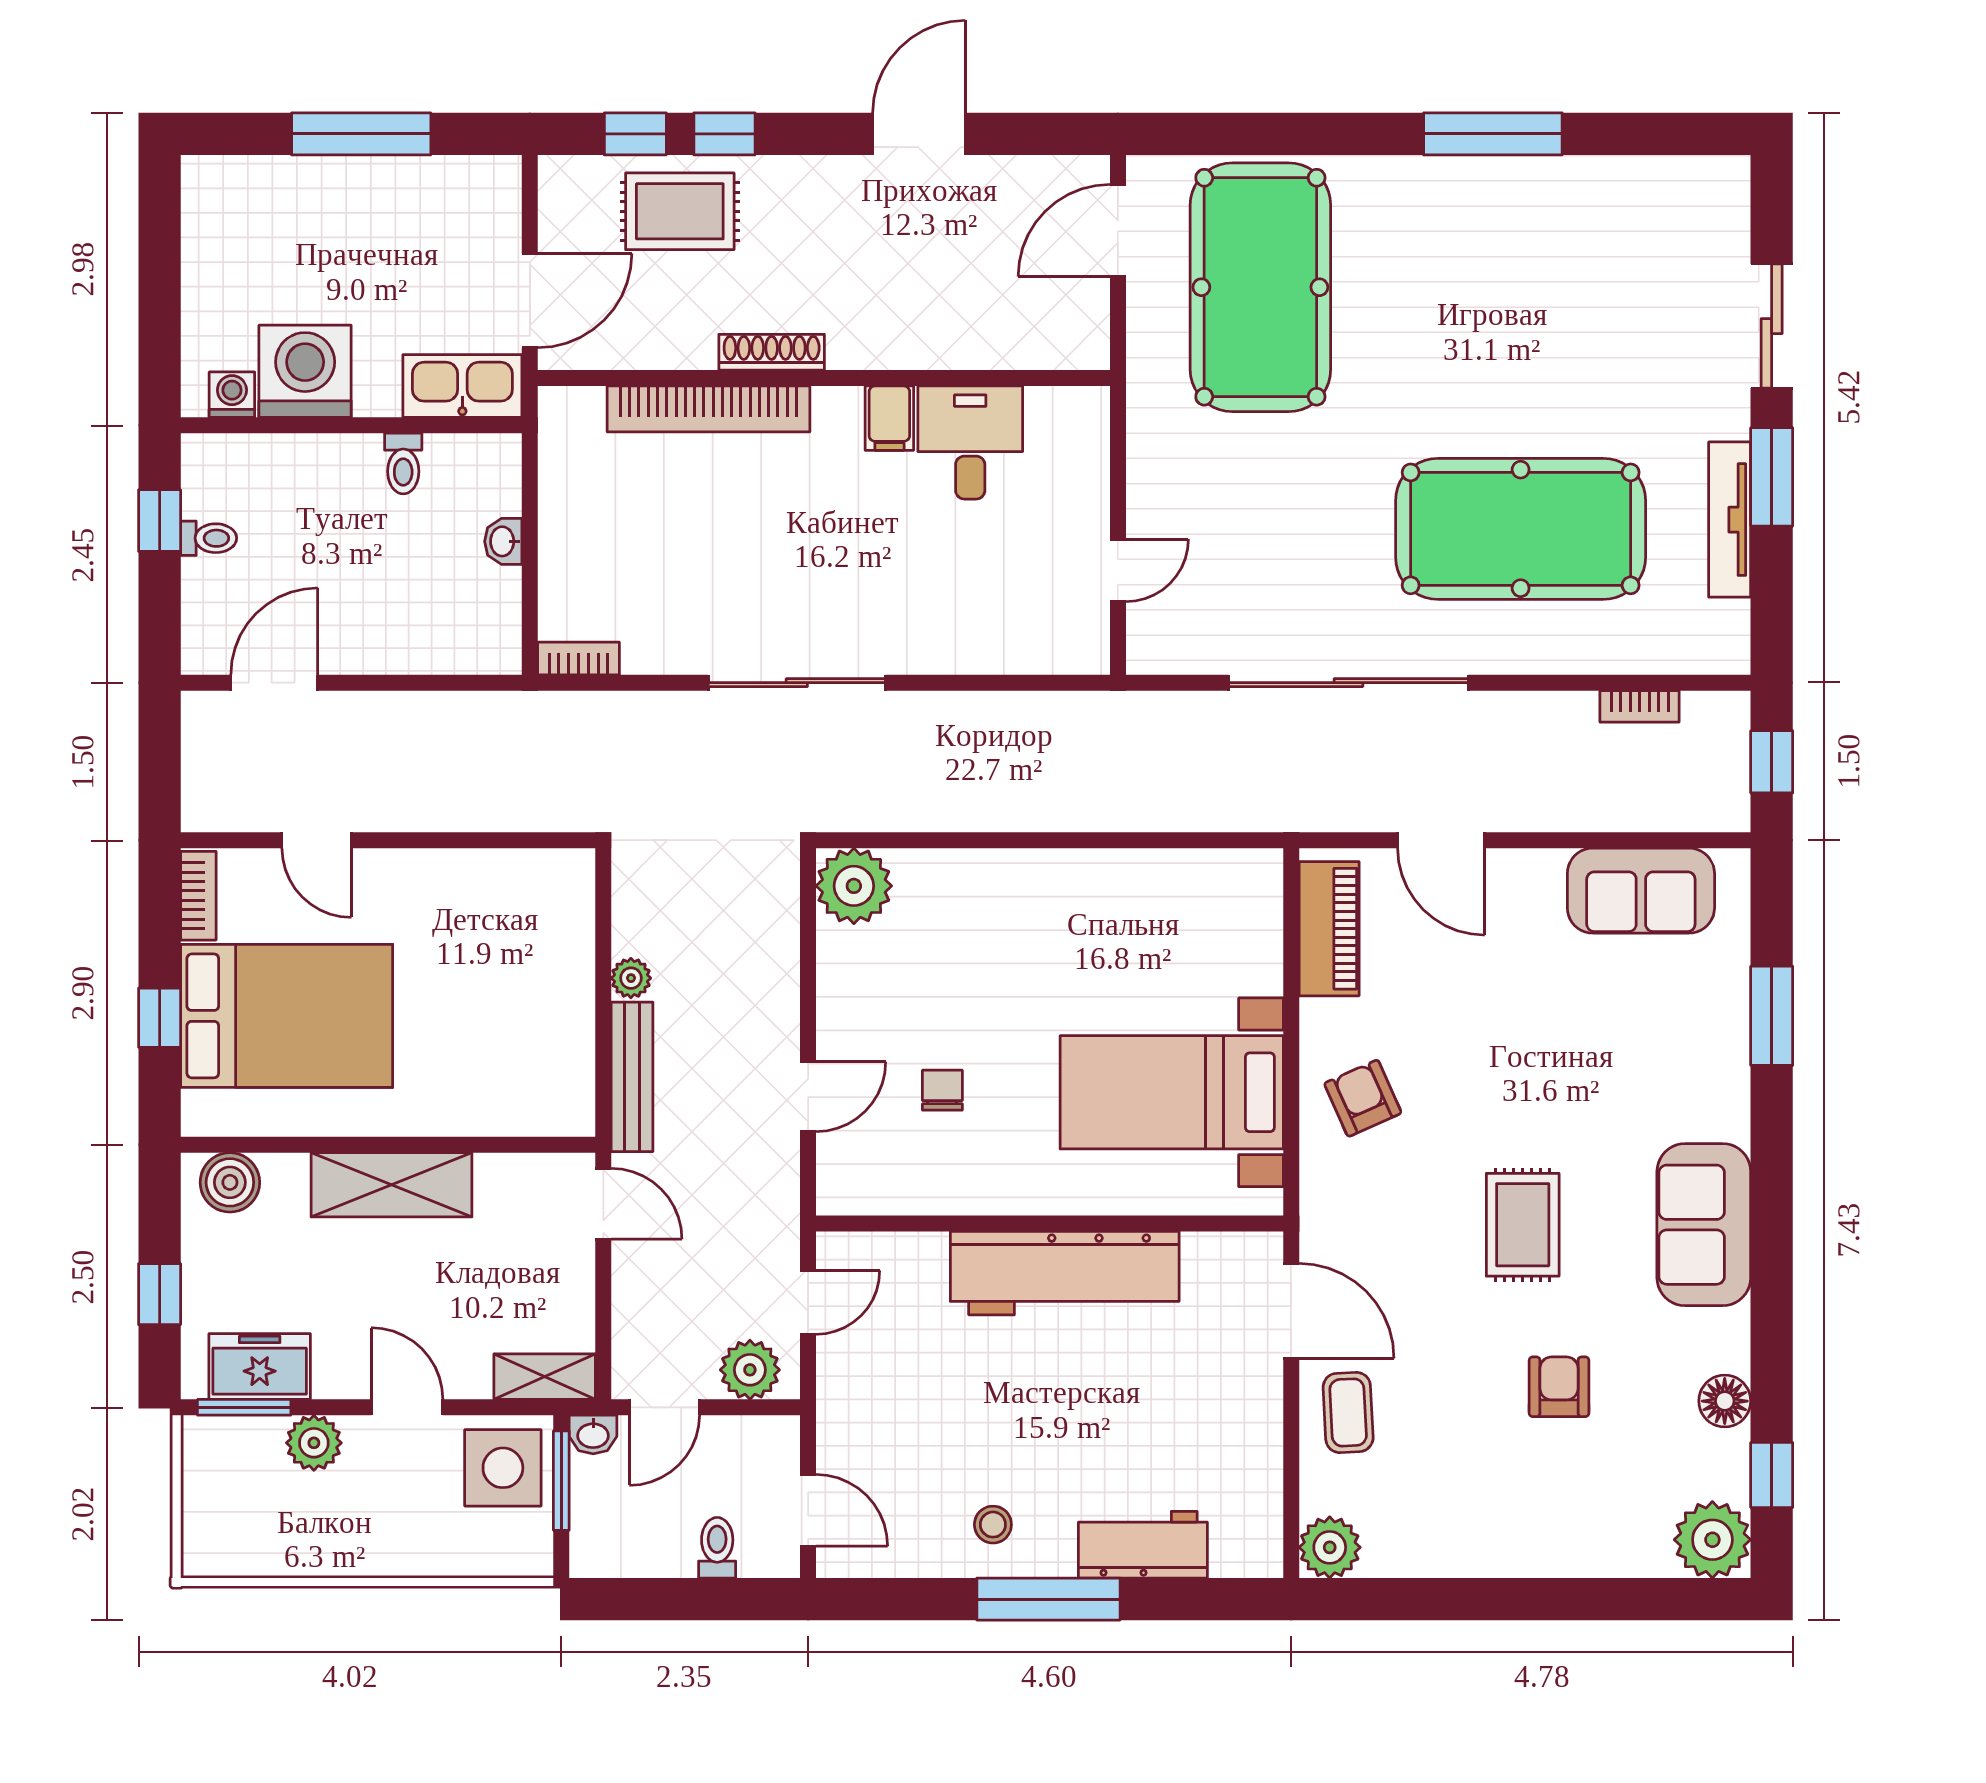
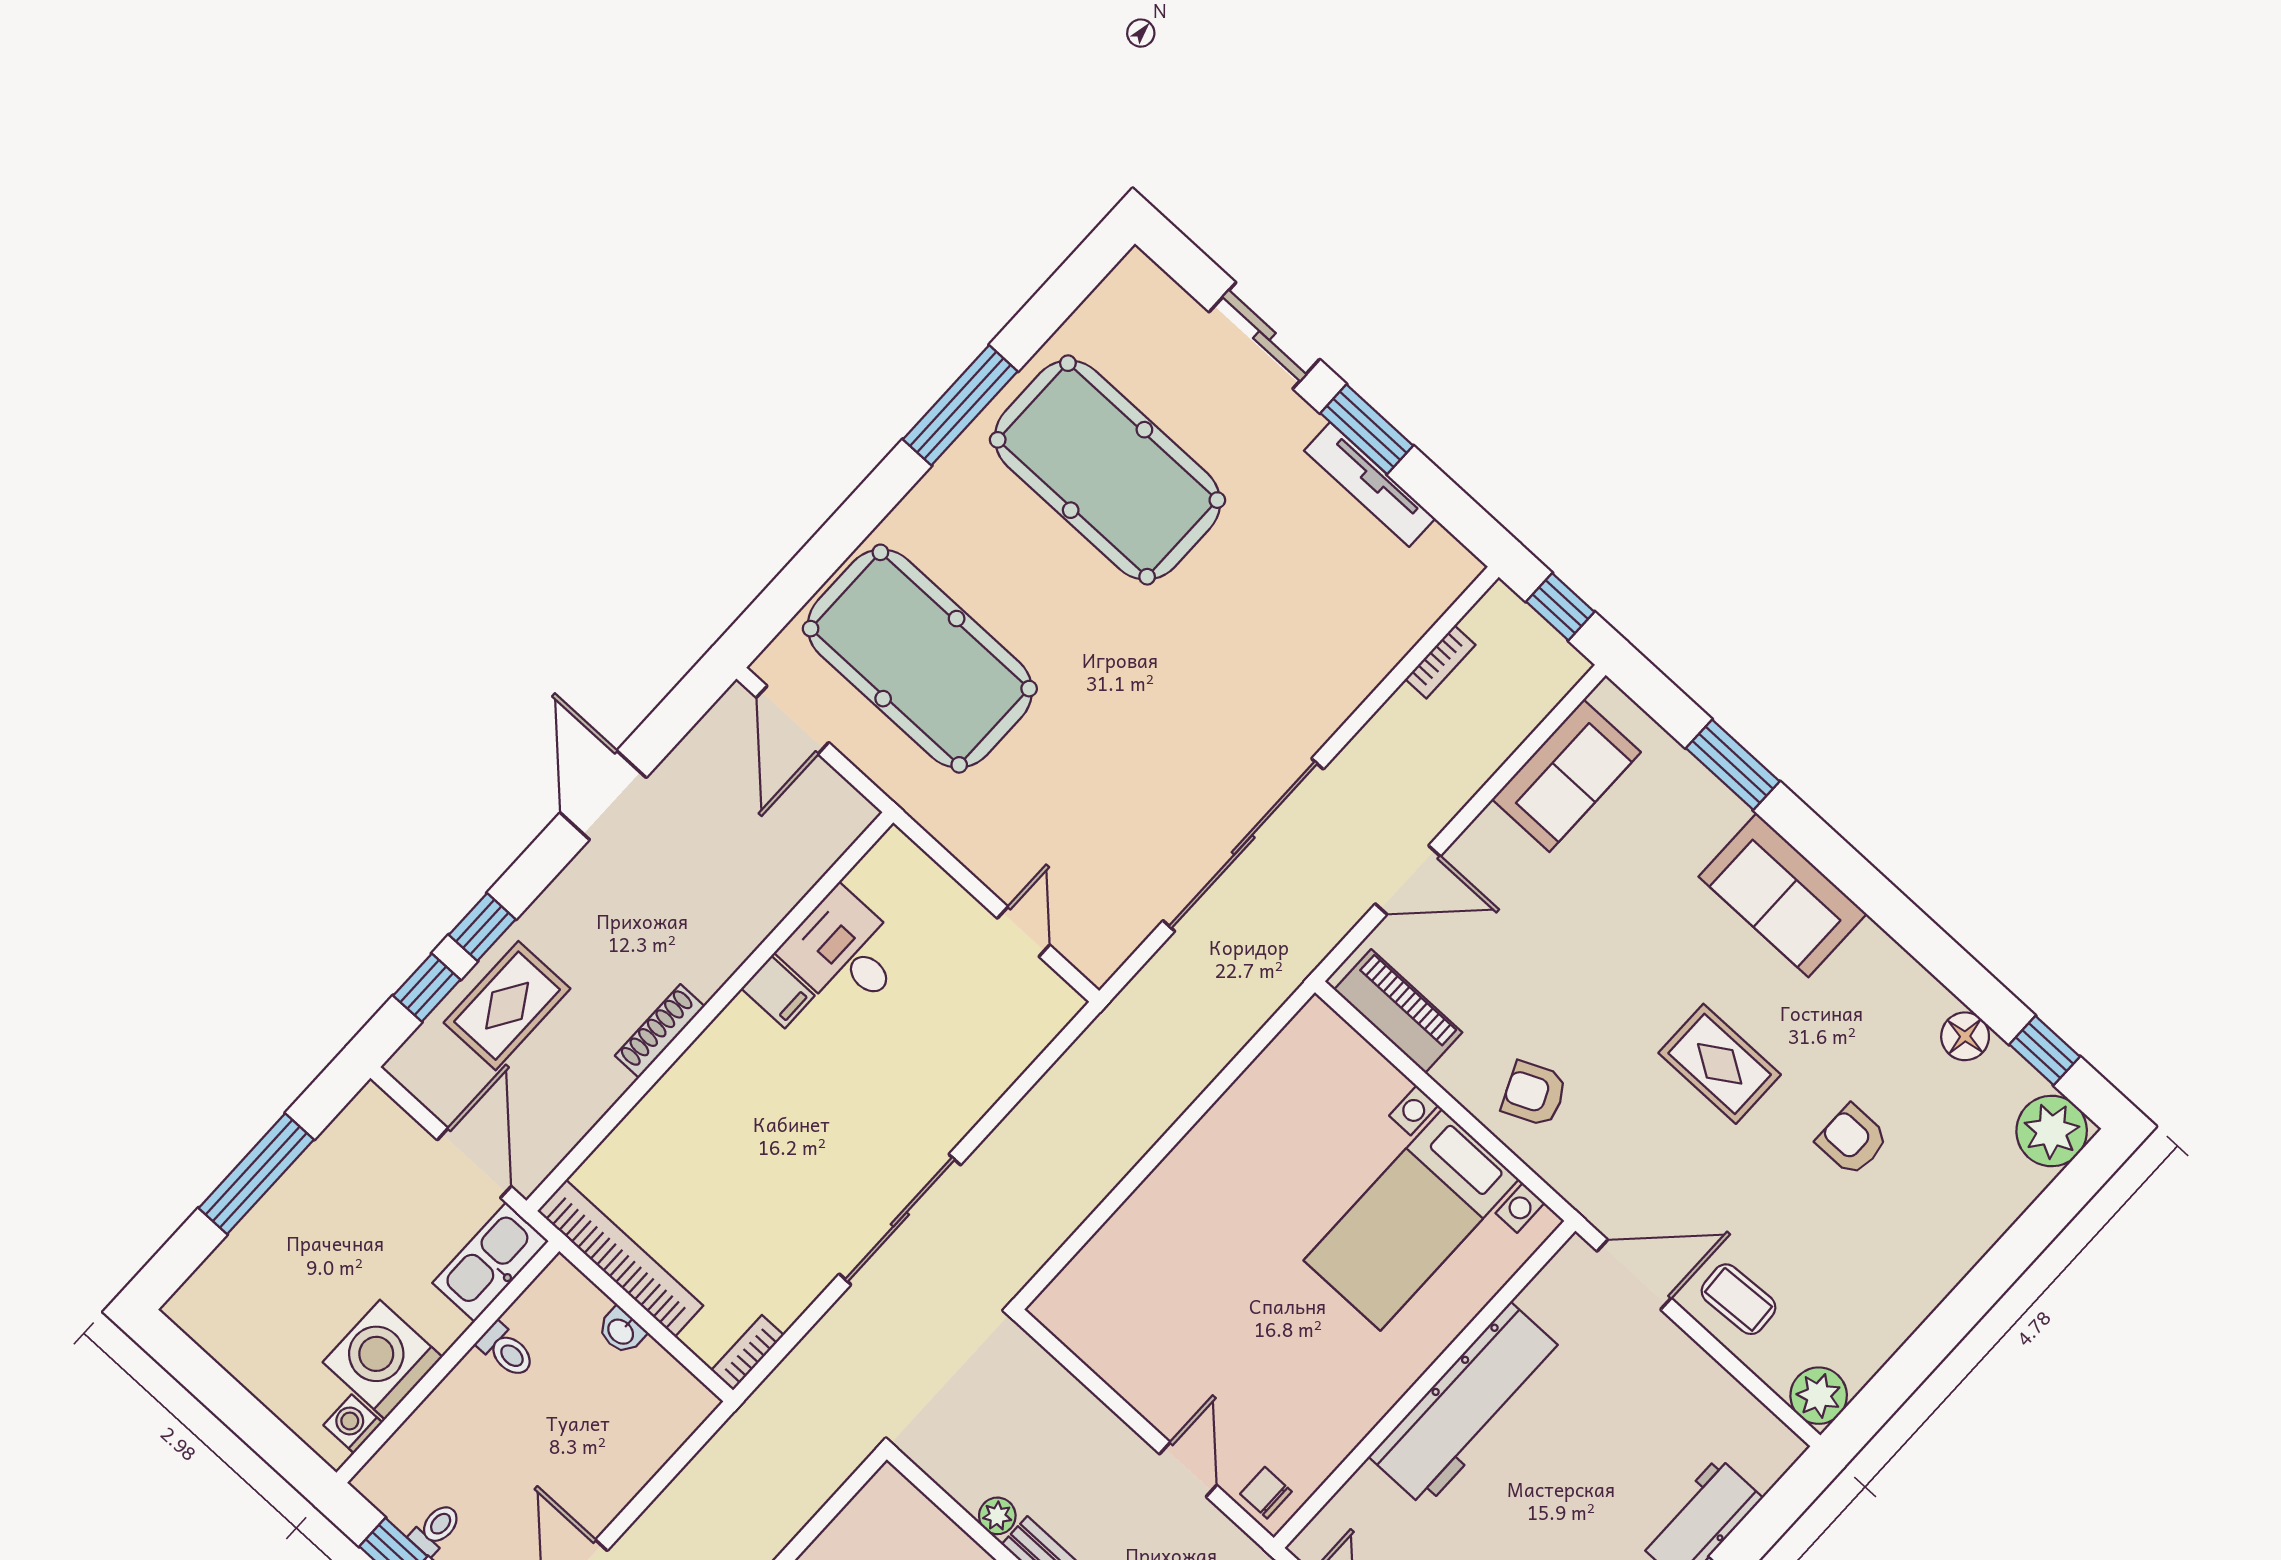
bookcase: (708, 409) -> (620, 1258), moved, turned -90
pool table: (1521, 529) -> (1108, 470), moved, turned 90
plant: (854, 886) -> (1073, 1307), removed
chair: (942, 1090) -> (1266, 1493), moved
sofa: (1704, 1225) -> (1783, 895), moved

